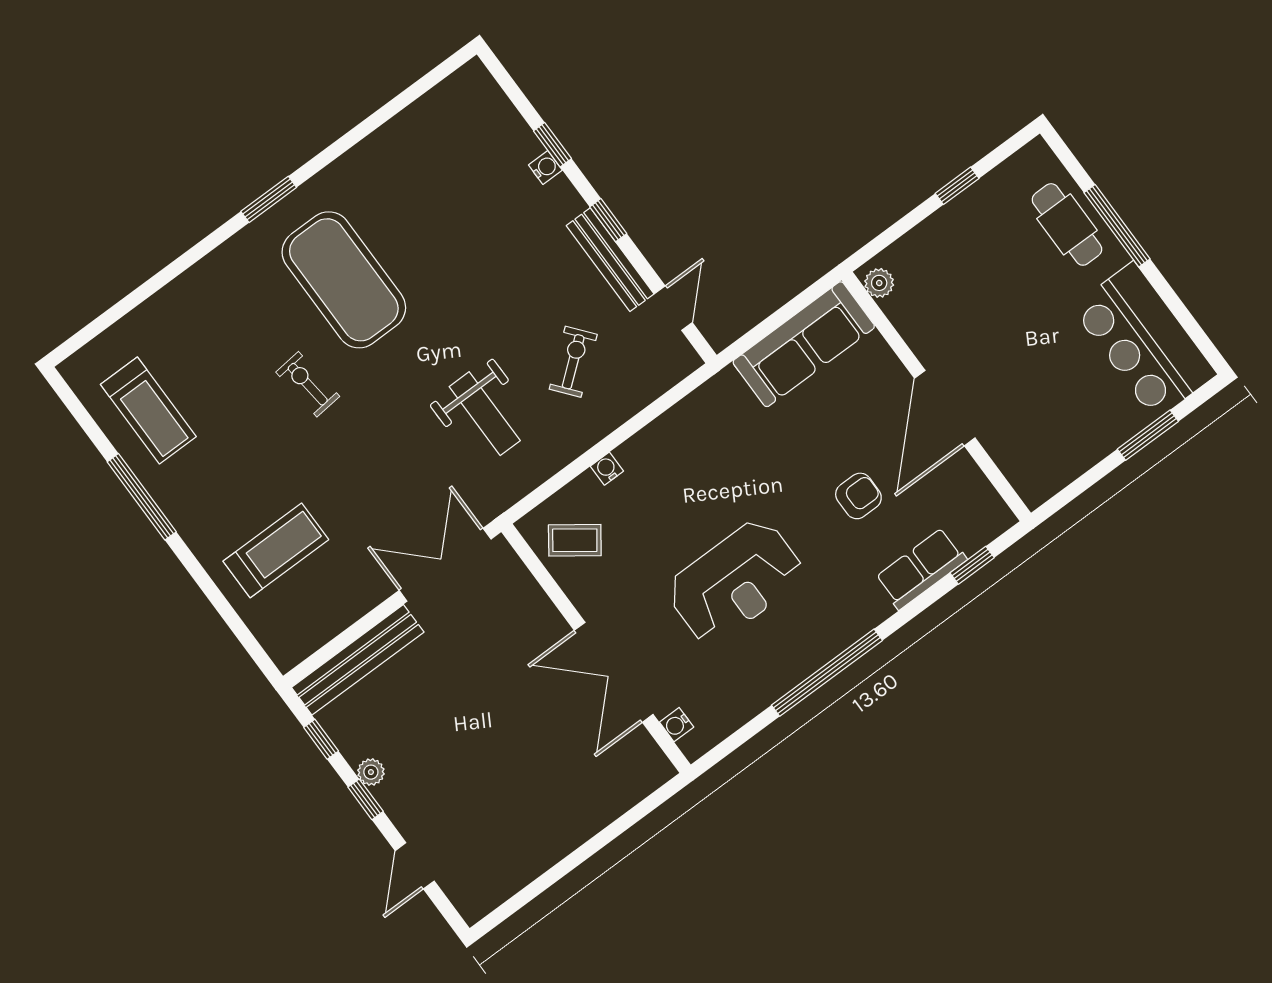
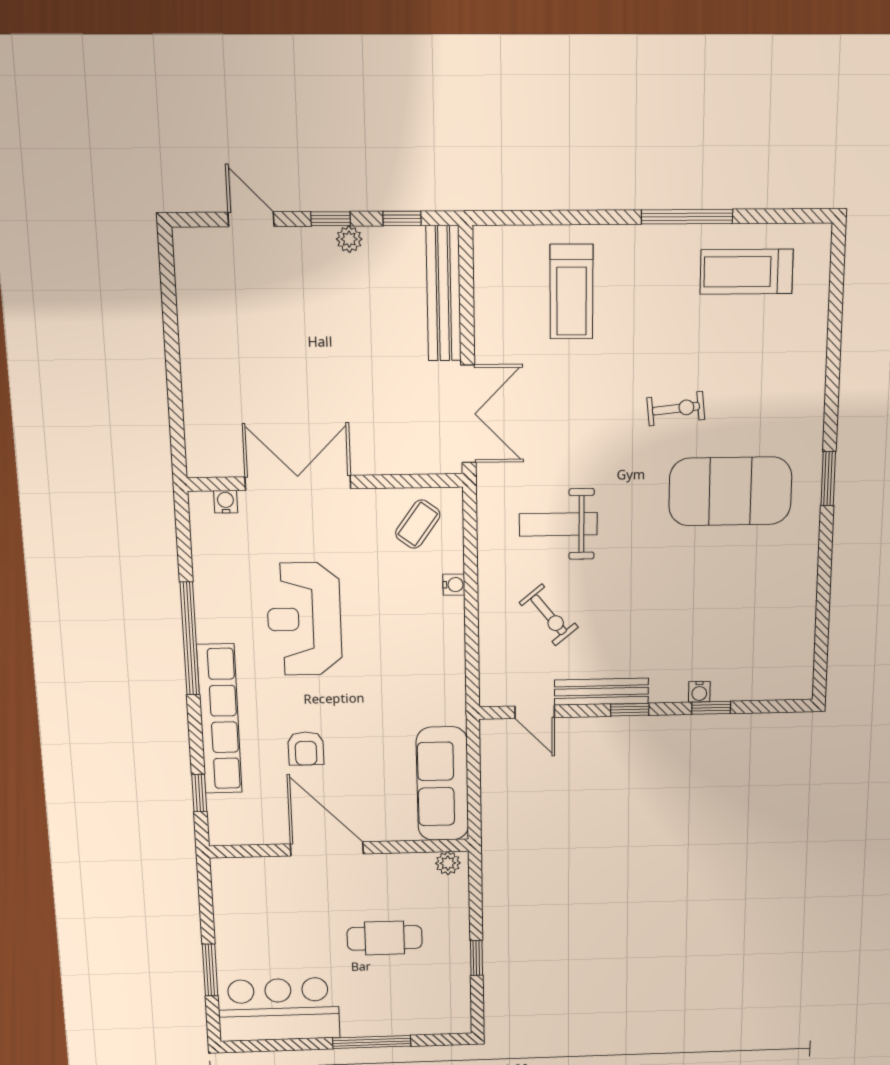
cafe table: (1067, 224) -> (385, 938), moved
row of seats: (921, 569) -> (219, 719), width x2.02

